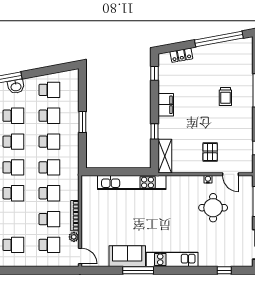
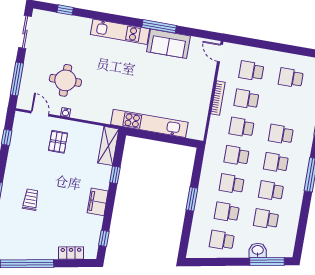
plant: (74, 237) -> (223, 75), removed

